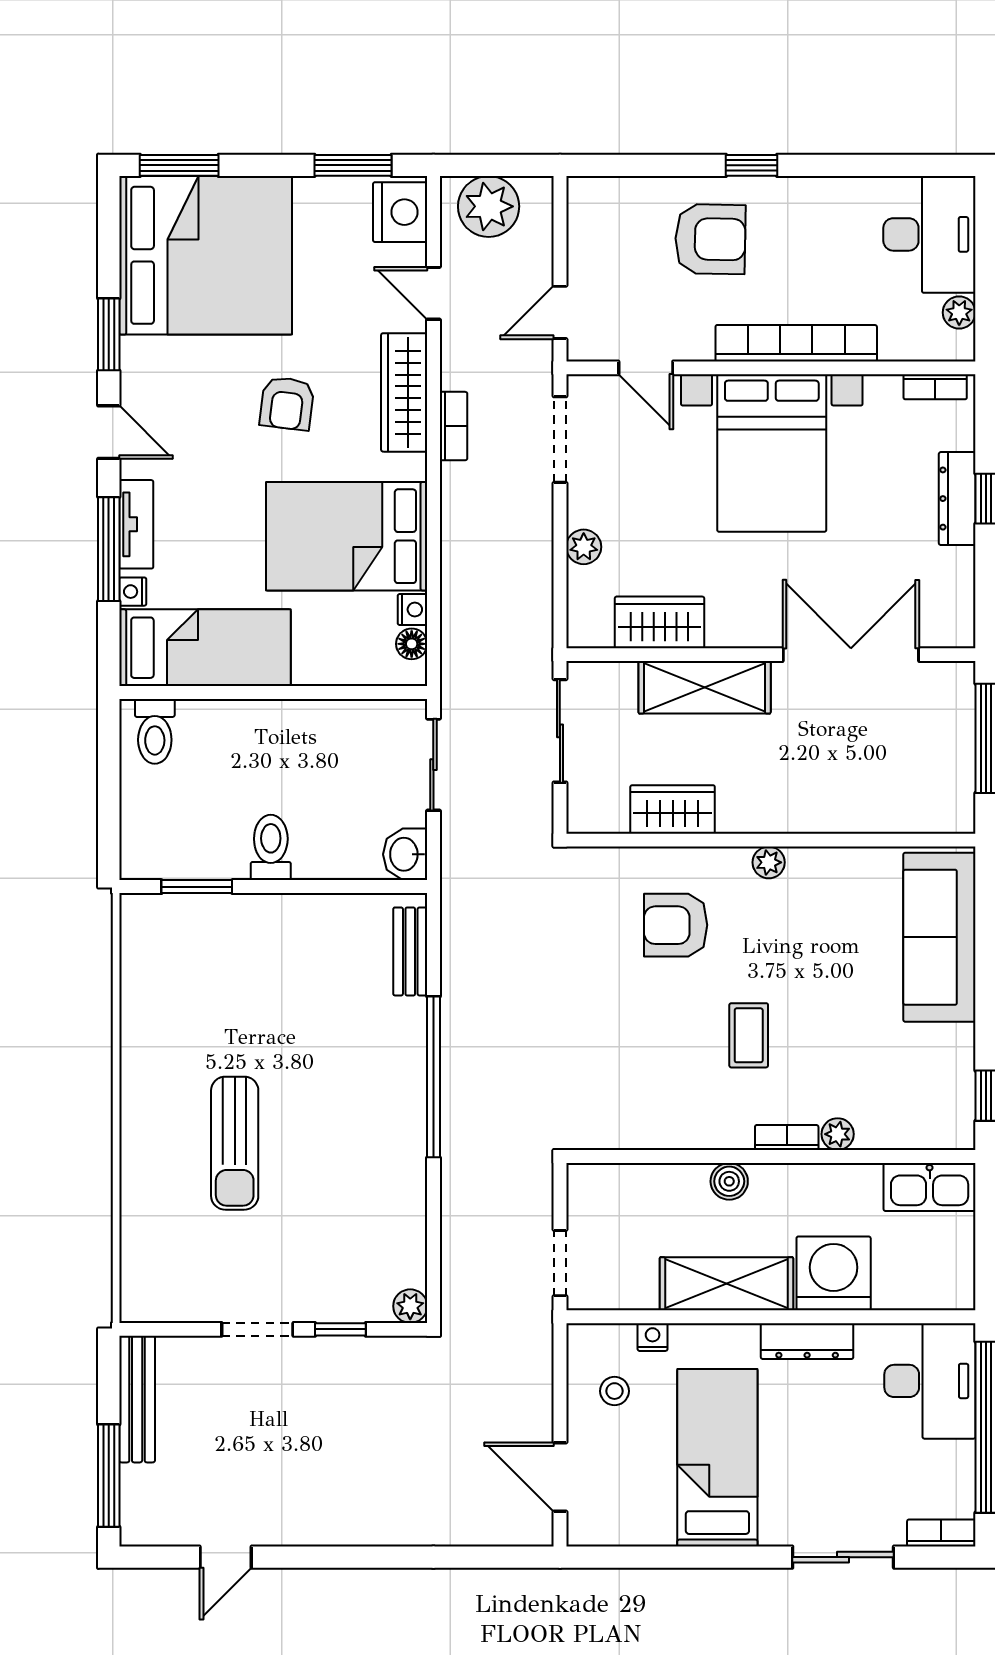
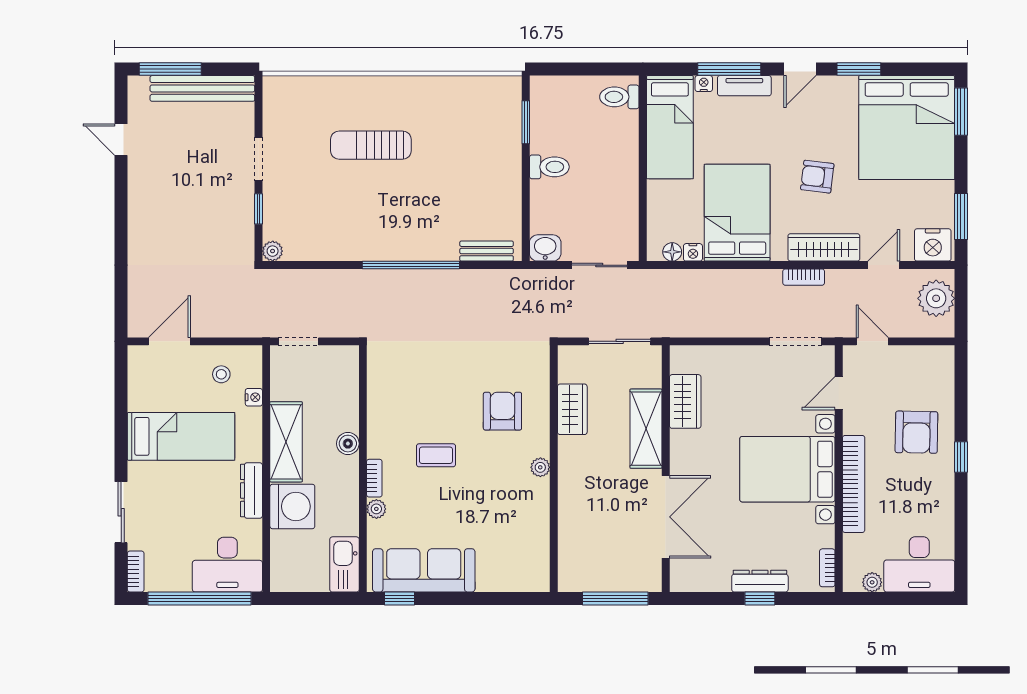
plant: (584, 547) -> (731, 356), removed
sofa: (939, 937) -> (424, 570), moved
bench: (137, 1399) -> (202, 88), width x1.37, depth x1.21

